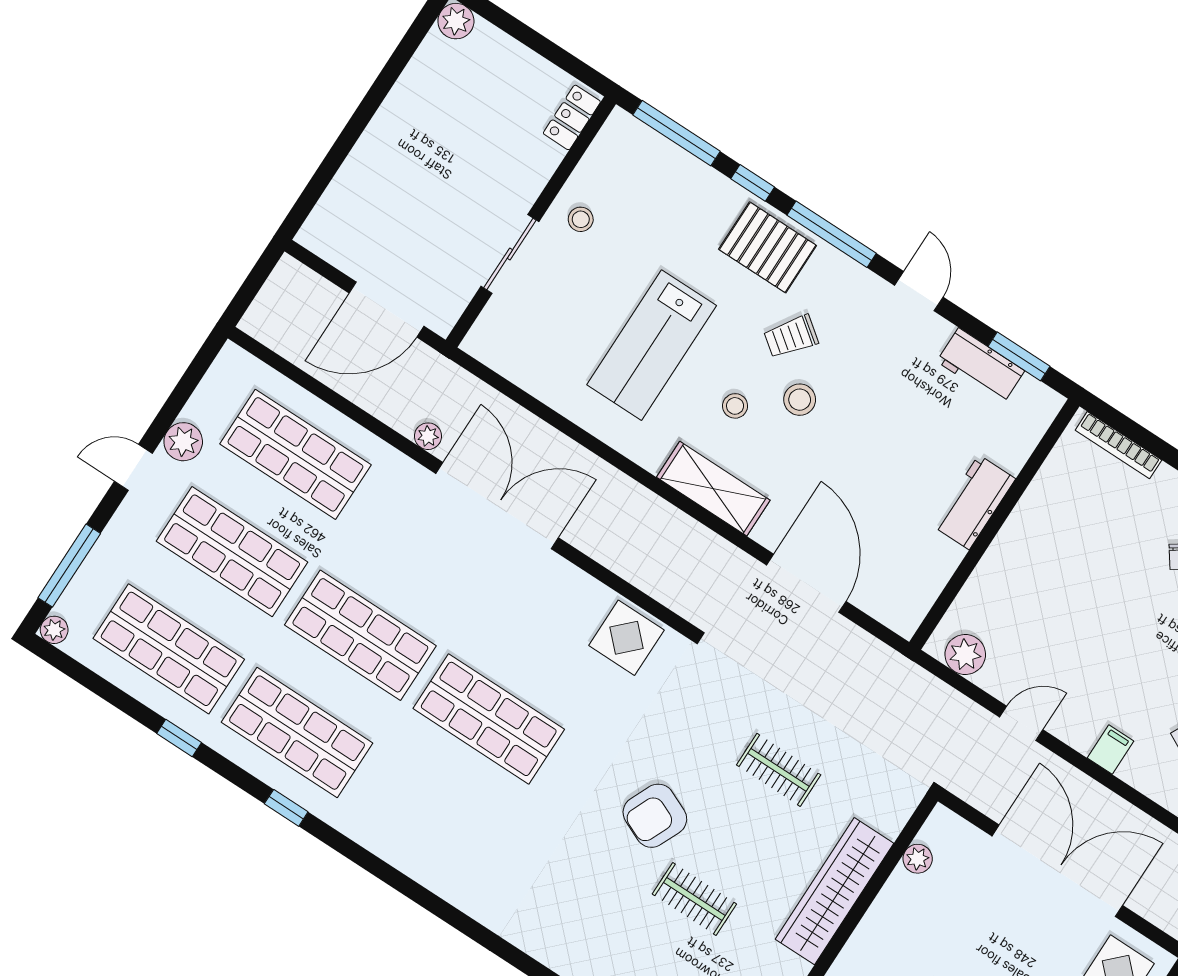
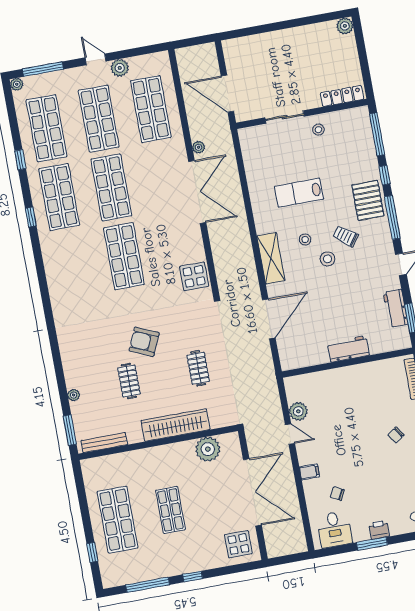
locker: (572, 117) -> (342, 96), width x1.53
lab bench: (652, 345) -> (299, 193), width x0.73, depth x0.72
plant: (965, 655) -> (298, 411), moved
plant: (918, 859) -> (208, 449), width x1.87, depth x1.87

